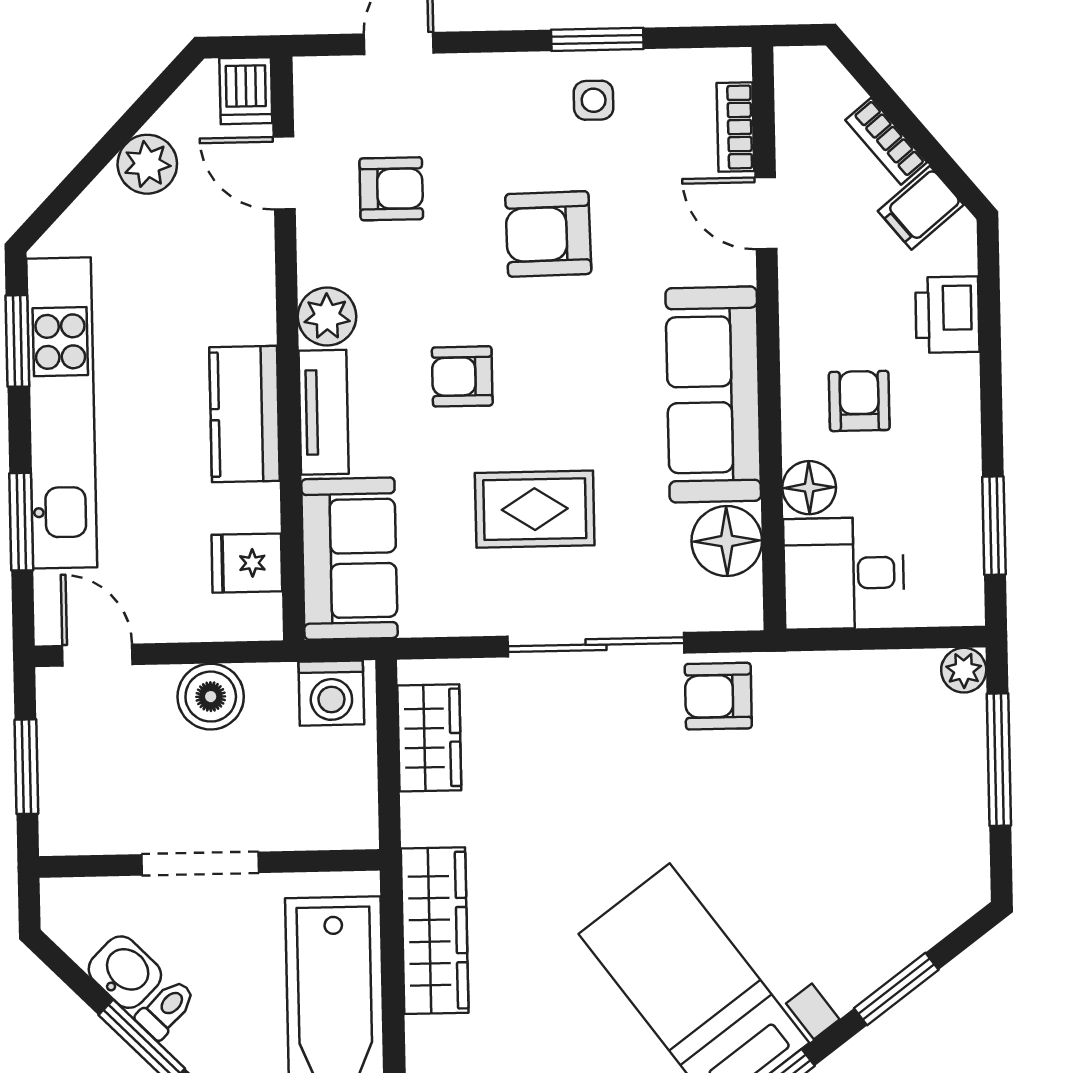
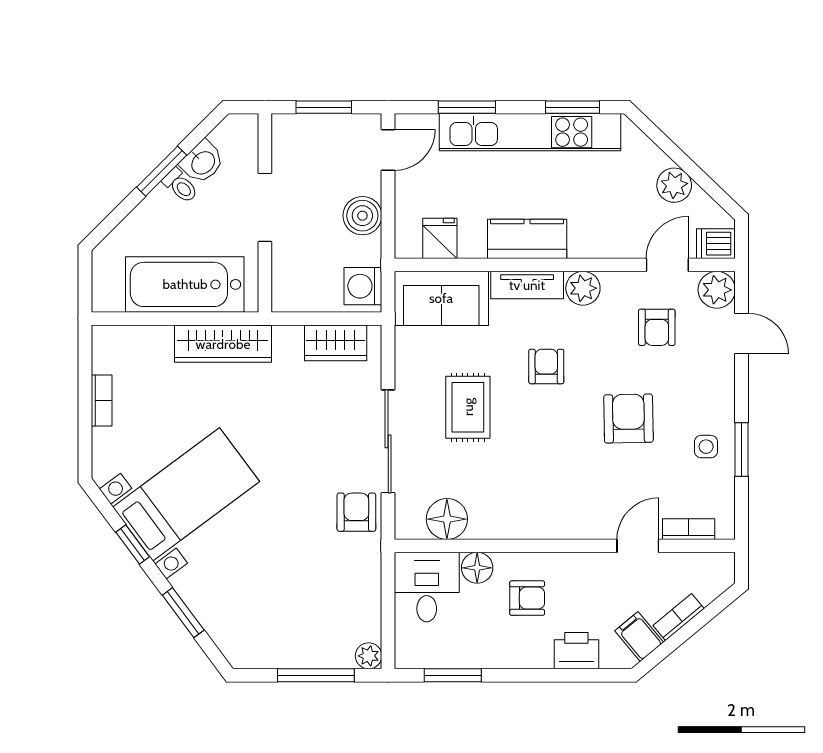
plant: (325, 88) -> (717, 290), added
sofa: (713, 394) -> (533, 513), removed

